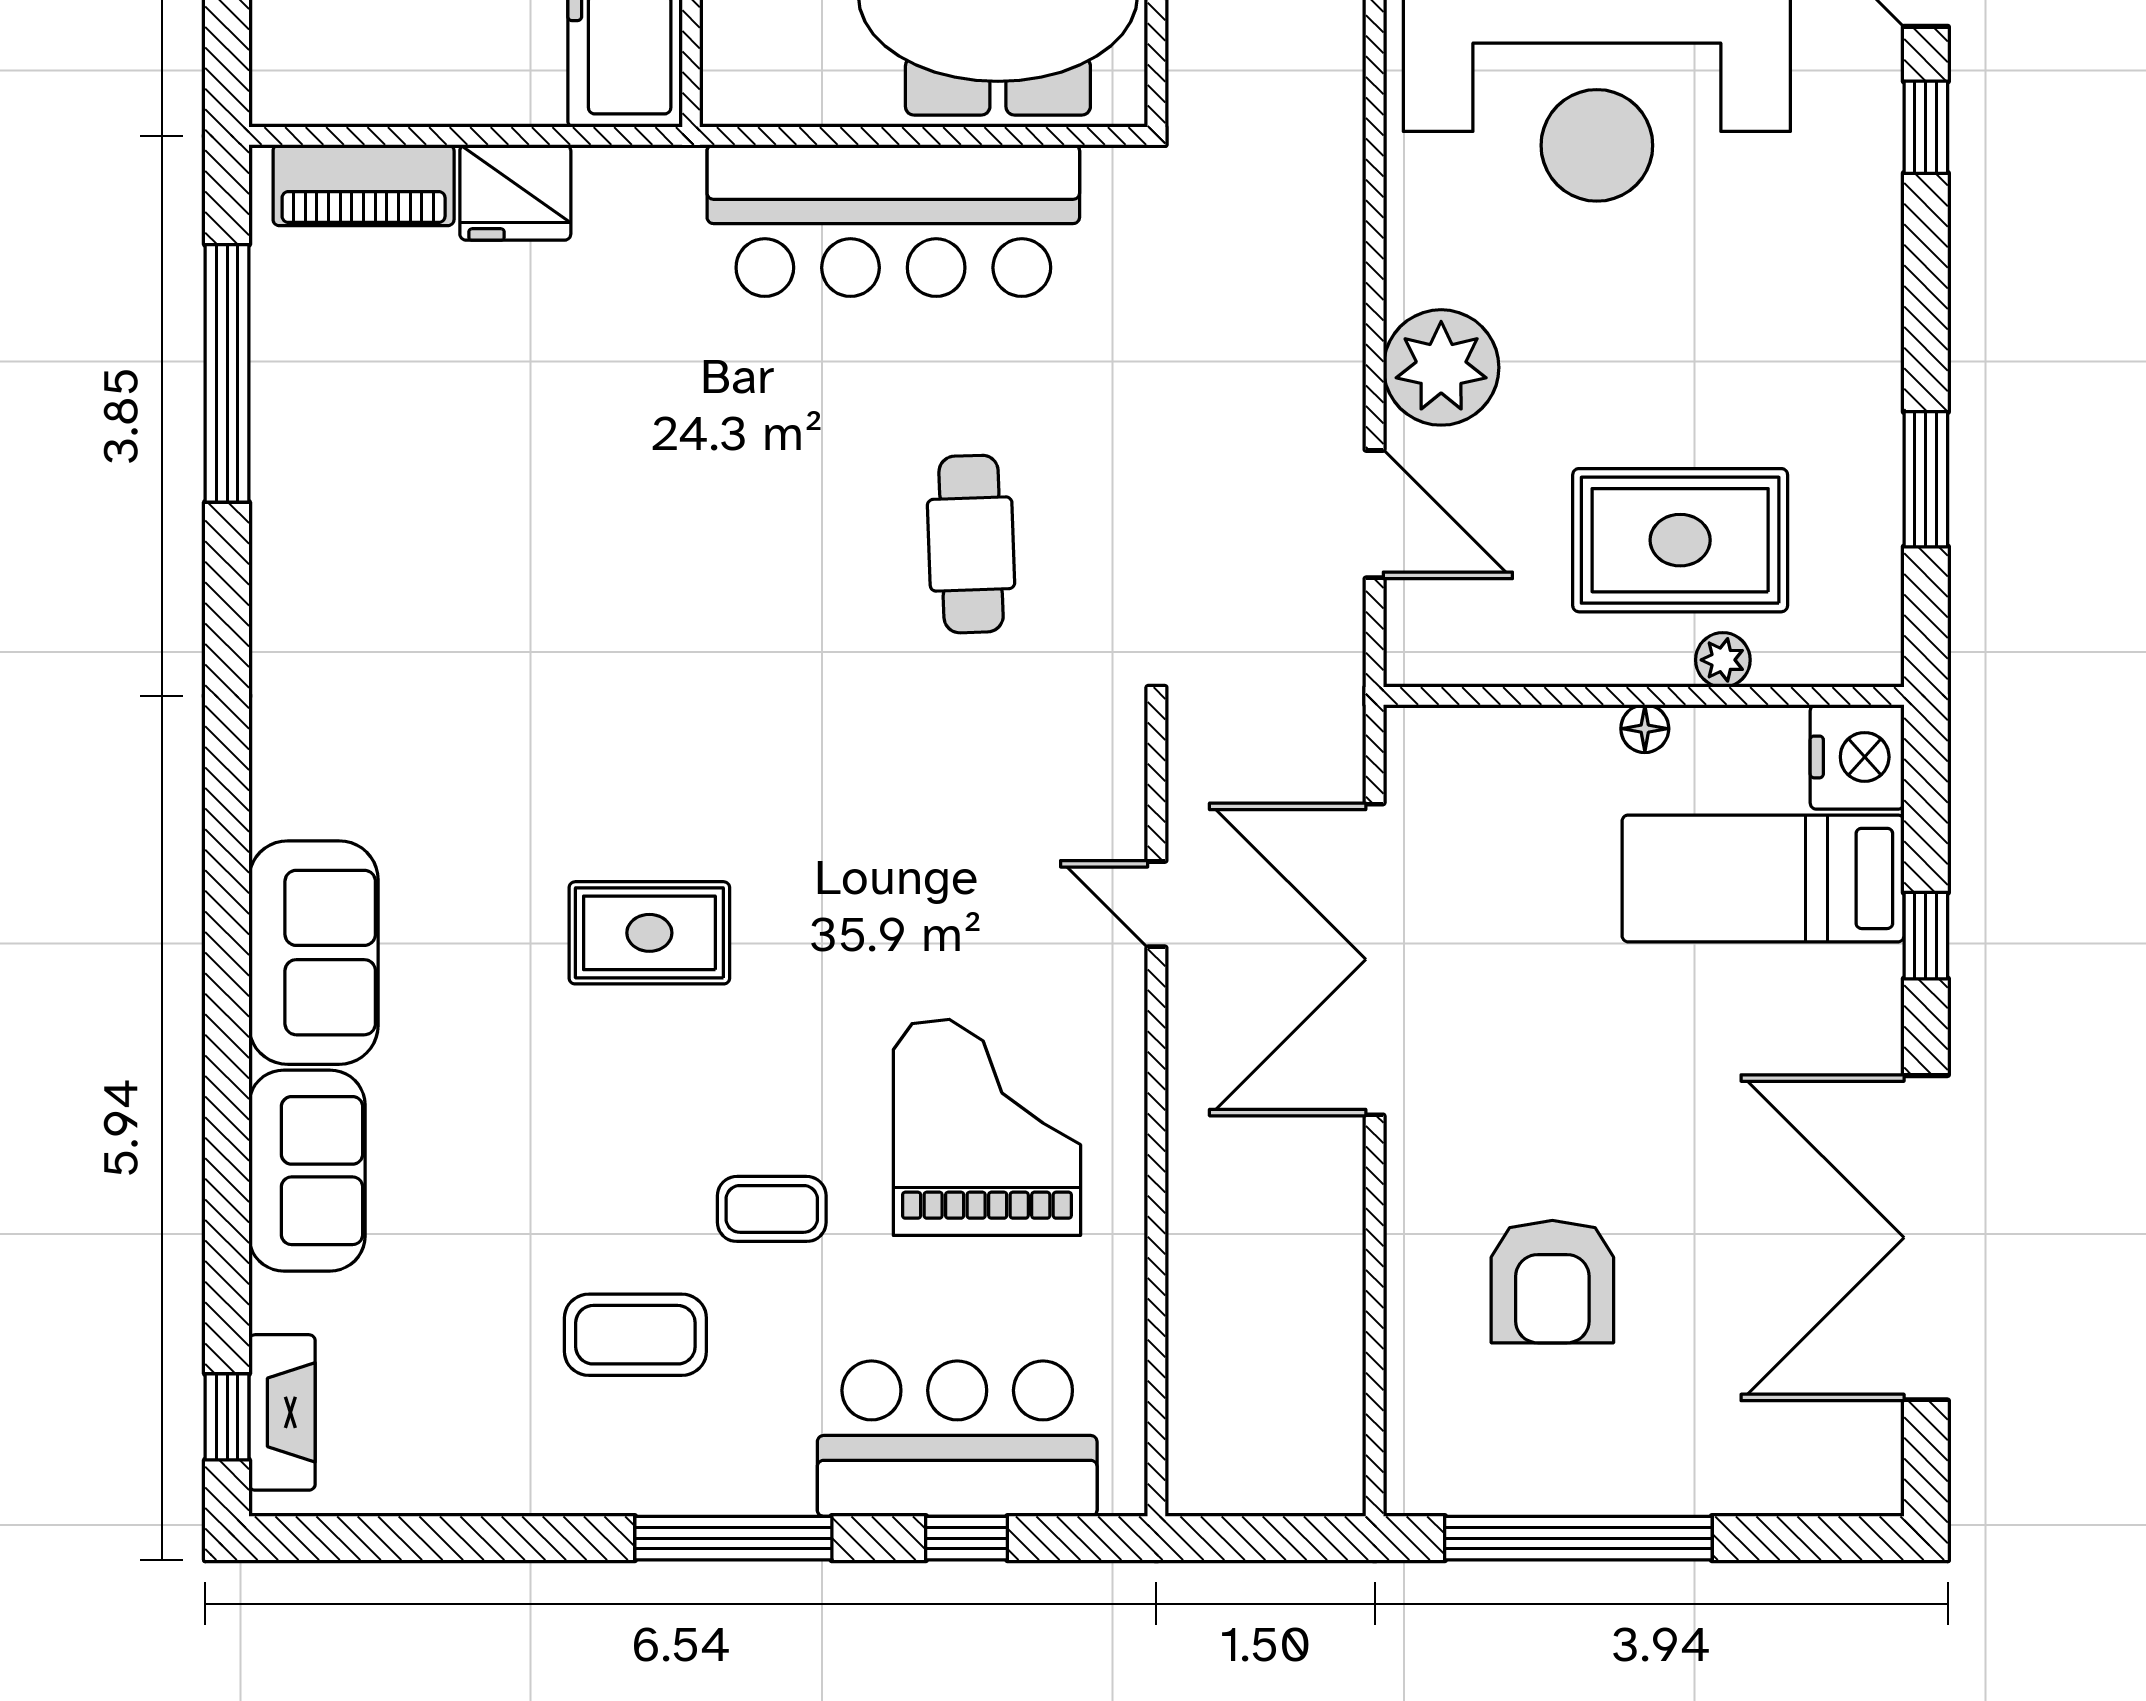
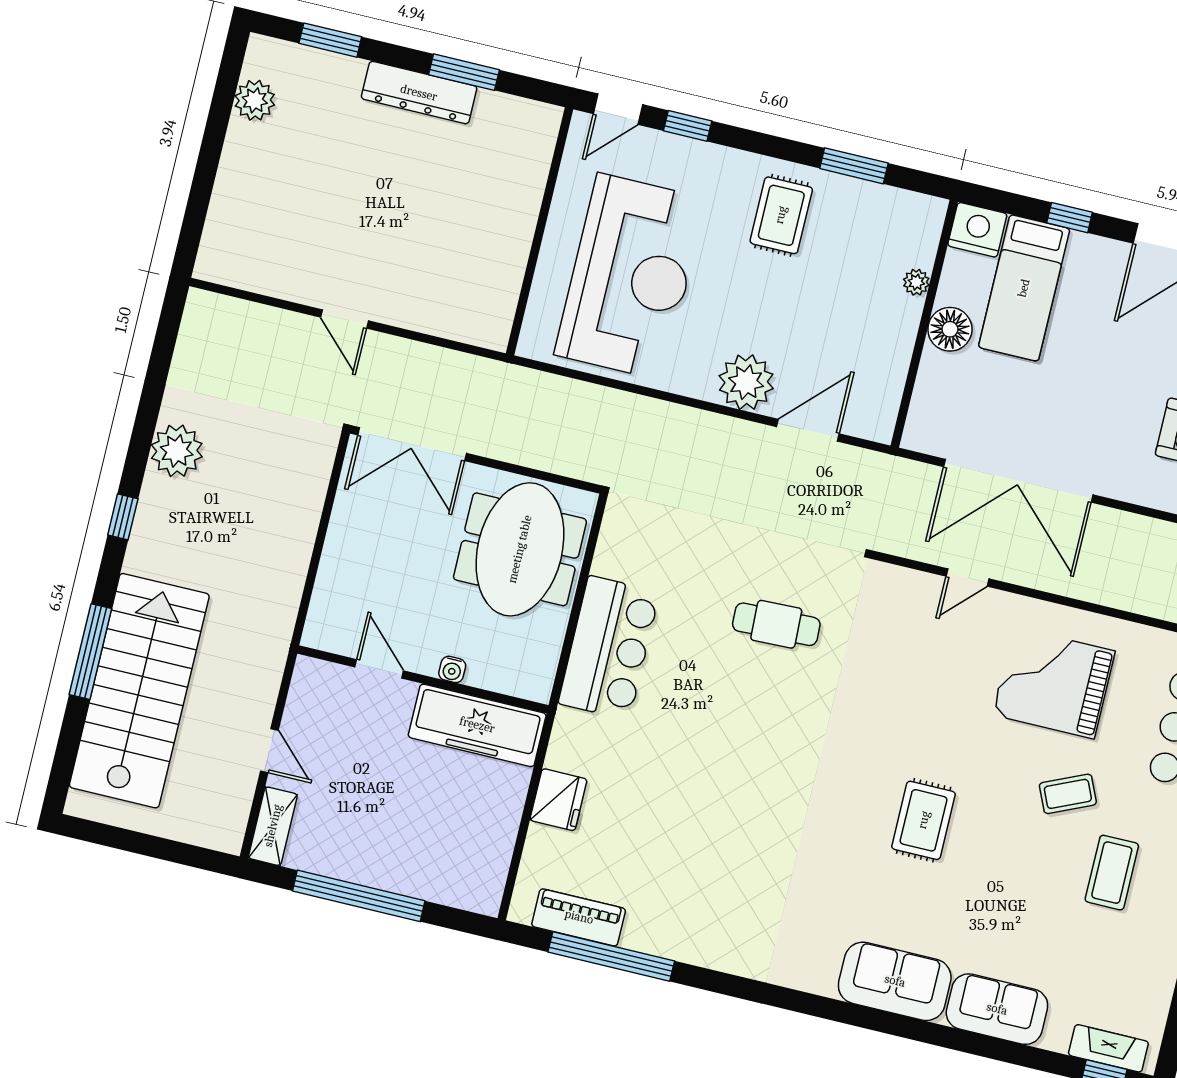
piano: (364, 185) -> (579, 917), moved, turned -90
bar counter: (893, 221) -> (609, 648), width x0.73
rug: (1680, 540) -> (781, 215), moved, width x0.73, depth x0.70
floor lamp: (1645, 729) -> (950, 329), width x1.89, depth x1.89
coffee table: (772, 1209) -> (1068, 794), turned 66

